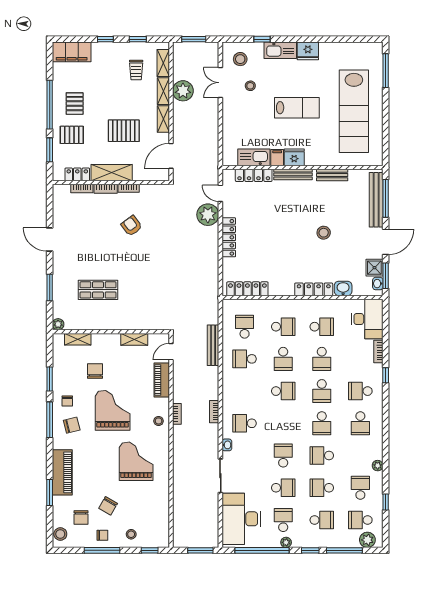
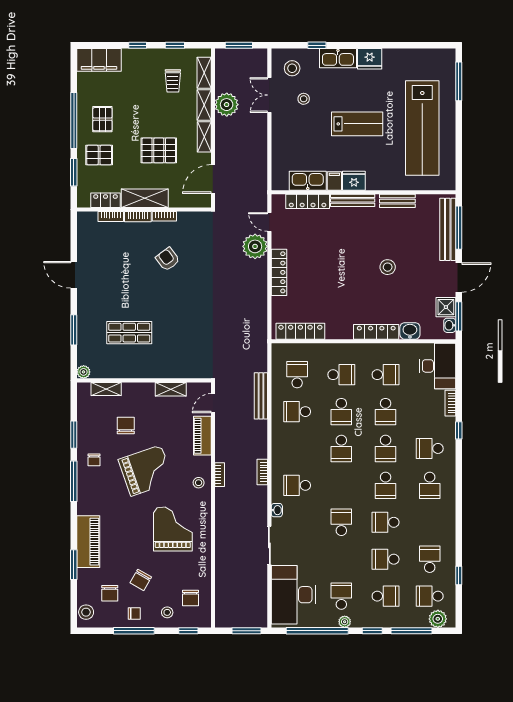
school desk: (283, 391) -> (341, 448), turned 90
grand piano: (113, 410) -> (146, 471), turned 71
chair: (72, 425) -> (190, 598), moved, turned 104
plant: (378, 466) -> (449, 534), removed
school desk: (283, 488) -> (341, 559), removed

